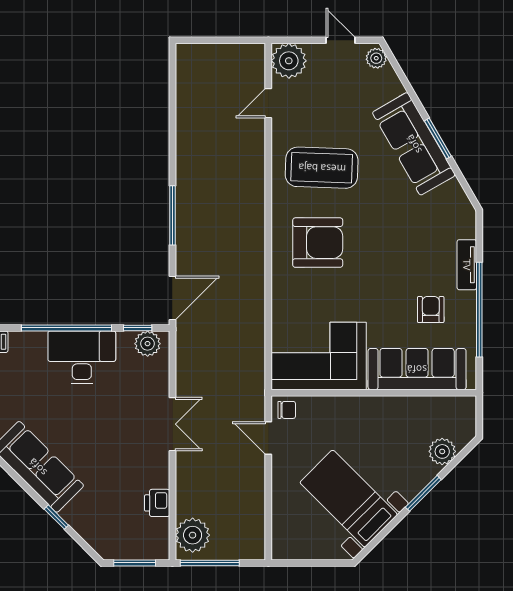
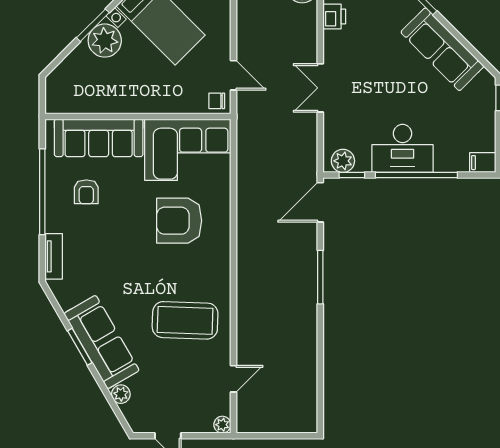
plant: (376, 58) -> (121, 394), moved
plant: (289, 61) -> (222, 425), width x0.53, depth x0.53
armchair: (318, 243) -> (179, 221), moved
tv unit: (467, 265) -> (54, 256), moved
plant: (442, 451) -> (105, 41), moved, width x1.36, depth x1.36

